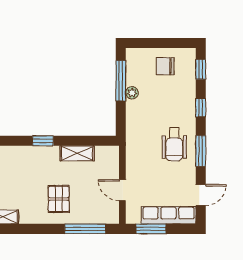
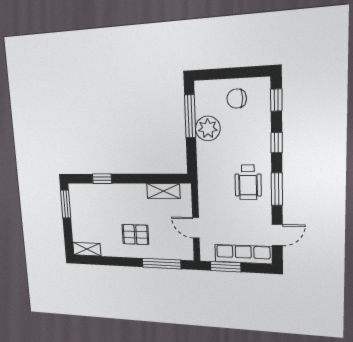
plant: (132, 93) -> (208, 128), width x1.87, depth x1.87
window: (43, 141) -> (102, 179), moved
shelving: (77, 153) -> (163, 191), moved
pallet: (59, 199) -> (135, 234), turned 90

